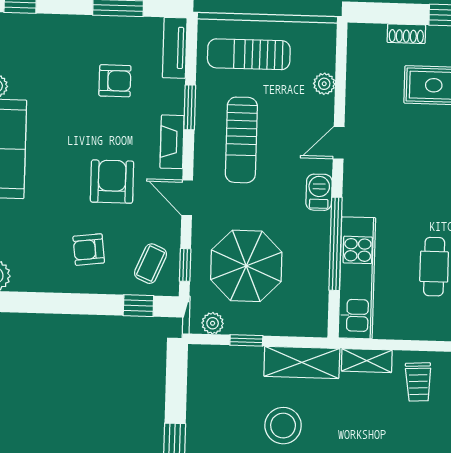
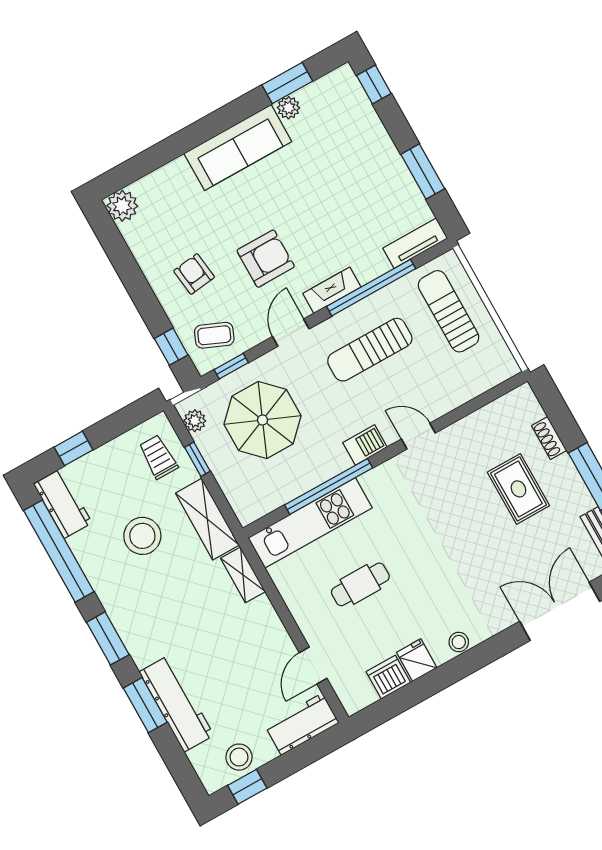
armchair: (115, 81) -> (355, 208), removed
plant: (324, 84) -> (462, 393), removed
window: (190, 107) -> (371, 288), width x2.11
trolley: (418, 382) -> (158, 457), moved, turned 93

